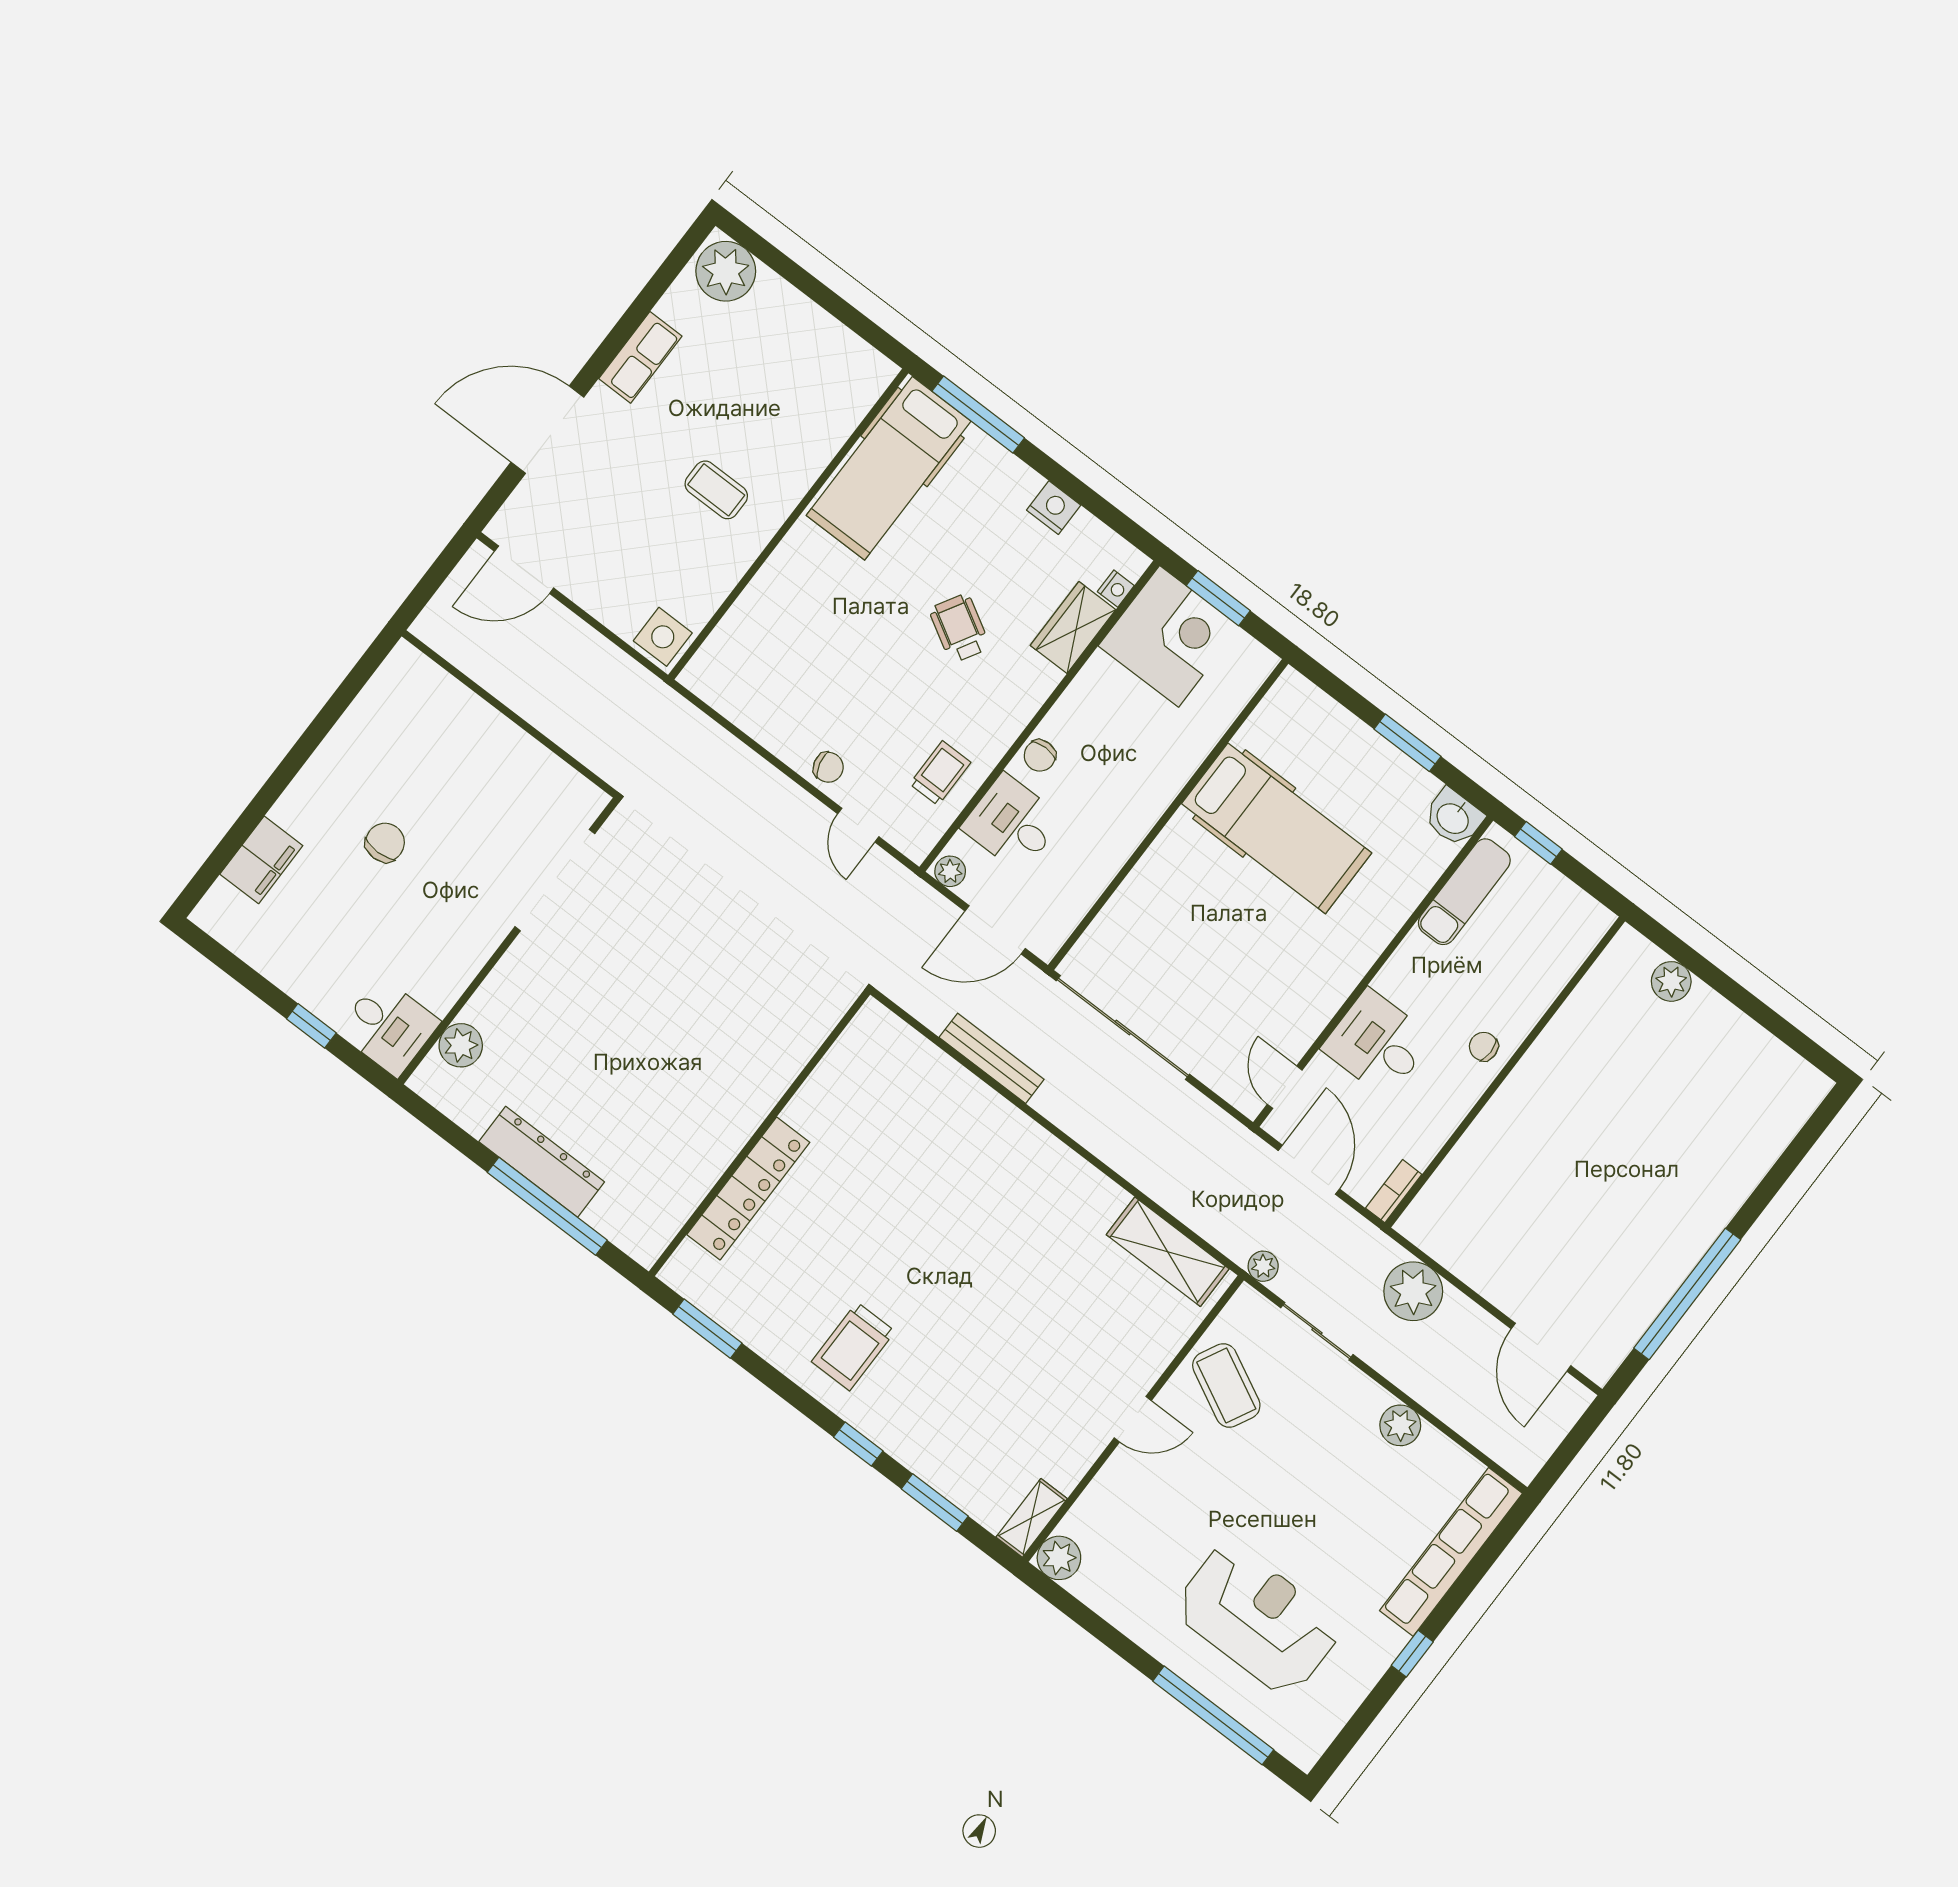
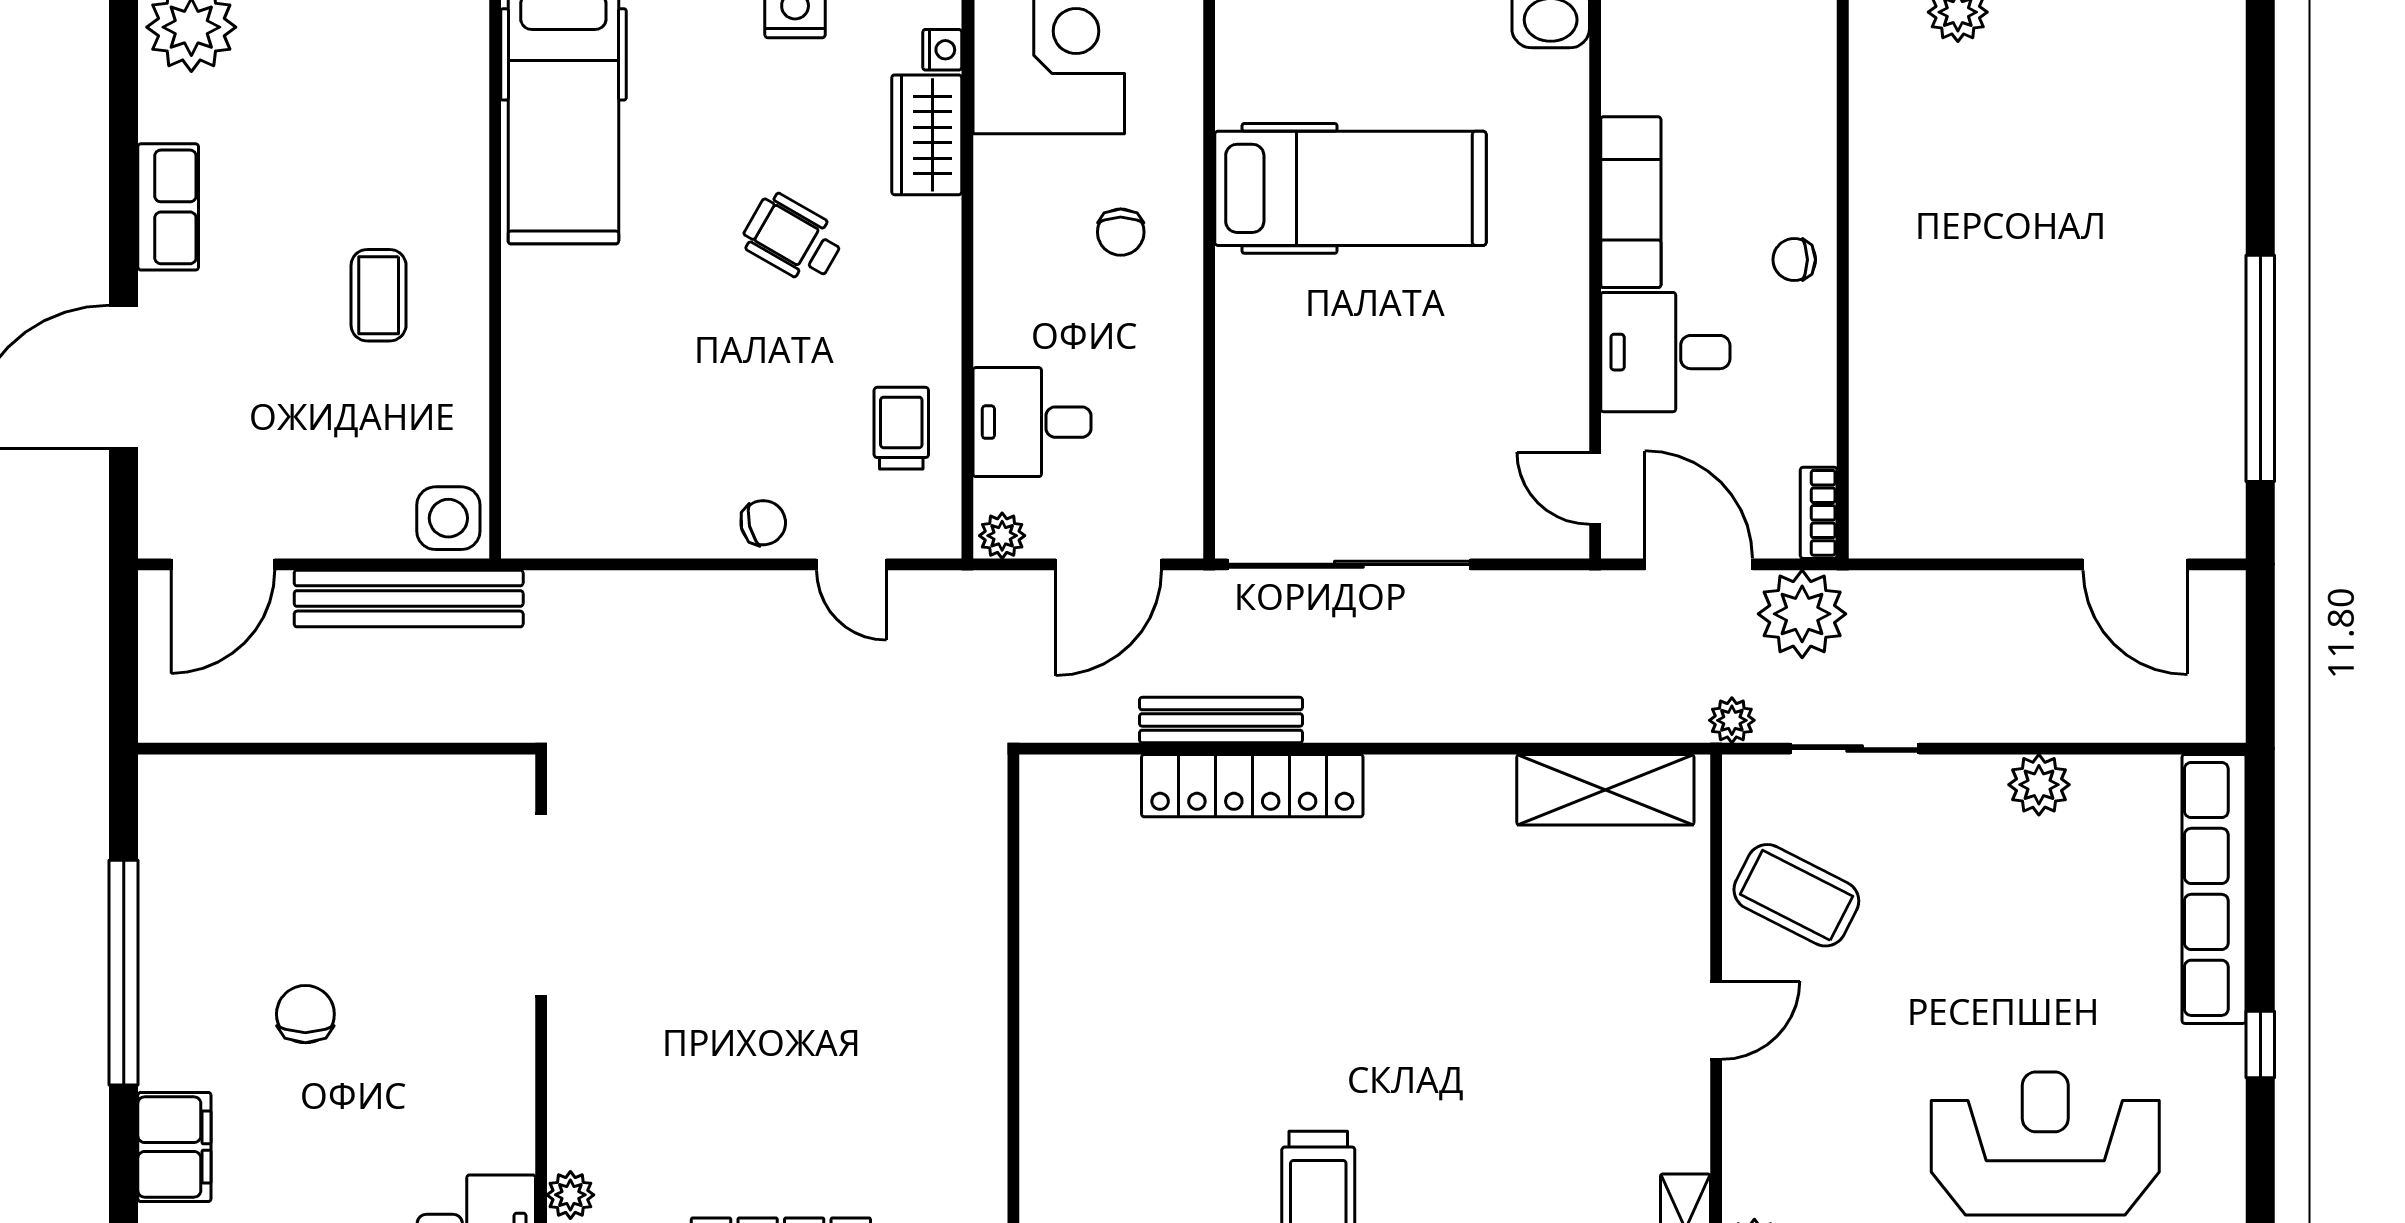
coffee table: (716, 490) -> (379, 295), turned 90
bench: (609, 663) -> (409, 598), added
window: (305, 747) -> (124, 973), added
chair: (1040, 756) -> (1121, 232), moved
exam couch: (1464, 892) -> (1631, 202), moved
plant: (461, 1045) -> (570, 1195), width x0.73, depth x0.73
locker: (748, 1188) -> (1252, 786), moved, turned 90
plant: (1413, 1291) -> (1802, 614), moved

